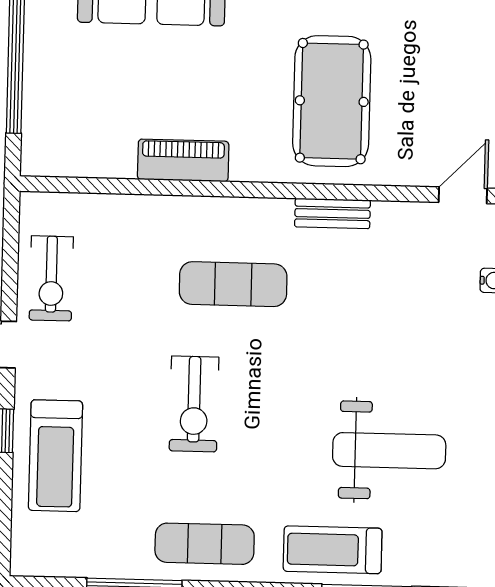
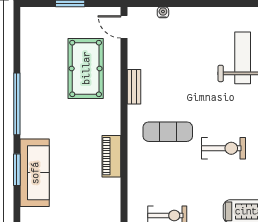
pool table: (332, 101) -> (86, 68), moved, turned 90
exercise mat: (233, 284) -> (168, 132), turned 90

